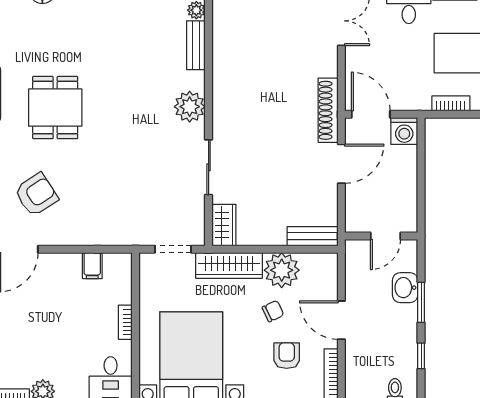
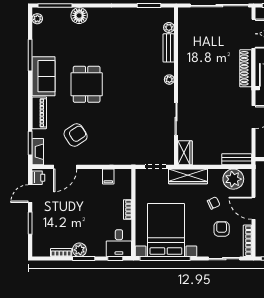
plant: (190, 107) -> (169, 80), width x0.53, depth x0.53
shoe rack: (328, 110) -> (246, 68), moved
plant: (282, 270) -> (233, 179), moved

